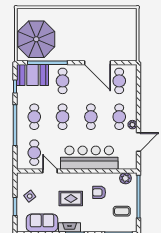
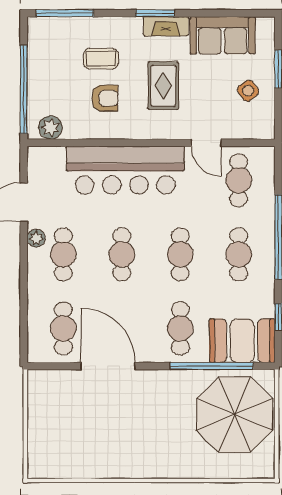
rug: (71, 199) -> (163, 86), turned 90
coffee table: (122, 211) -> (101, 59), moved

